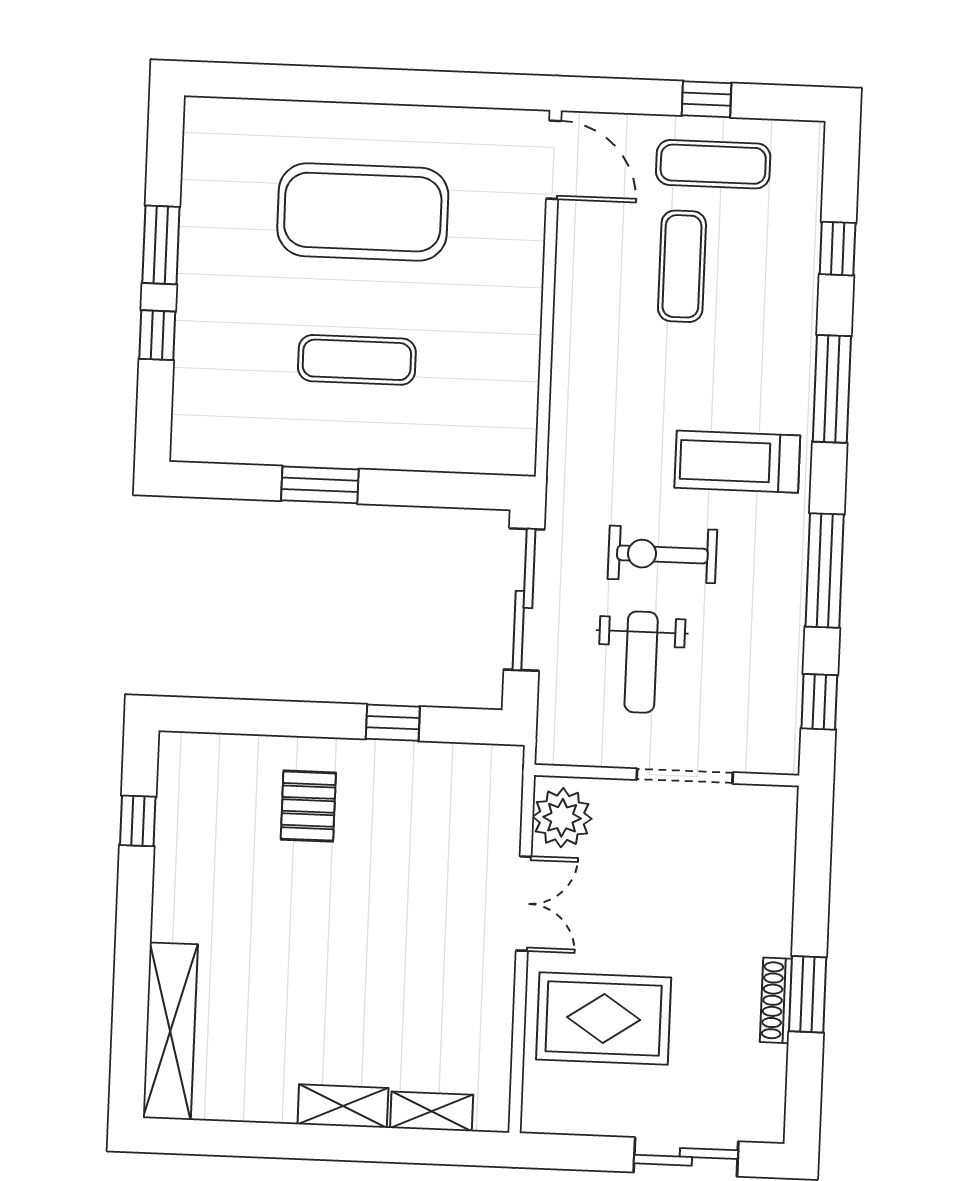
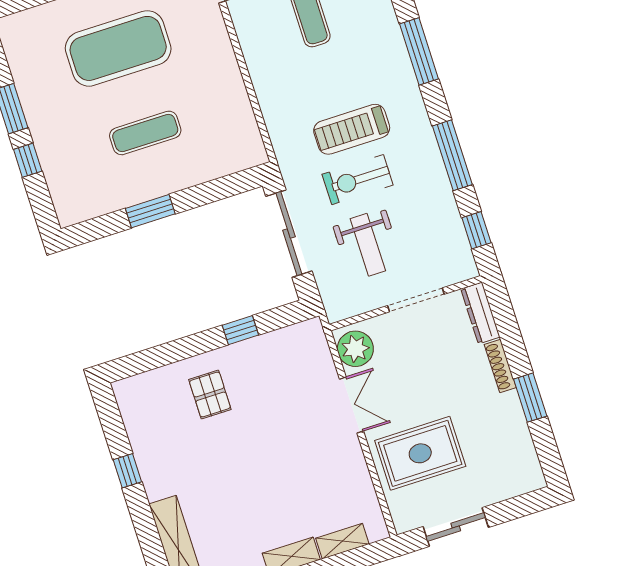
treadmill: (737, 462) -> (352, 129), moved
window: (138, 821) -> (127, 471), moved
dresser: (778, 833) -> (480, 313), added
shoe rack: (776, 1000) -> (500, 366), moved
sliding door: (686, 1157) -> (456, 527), moved

